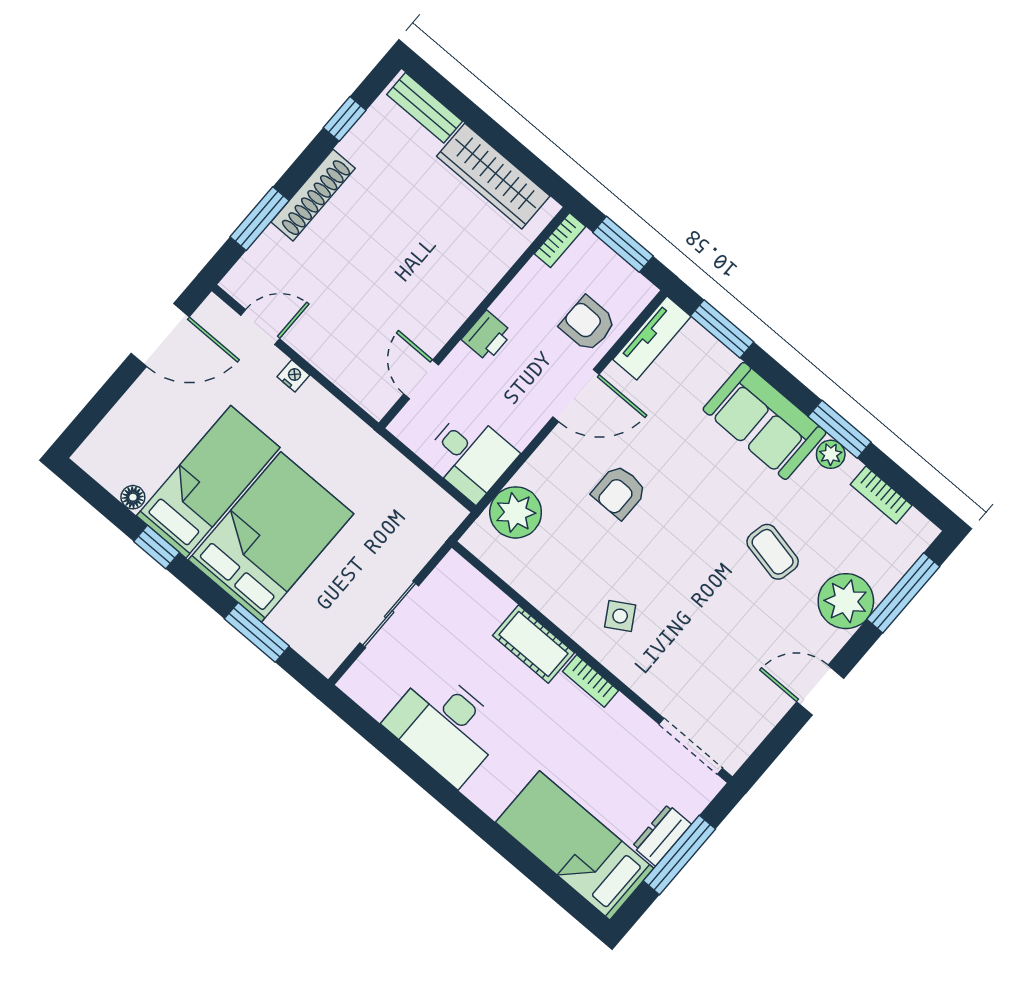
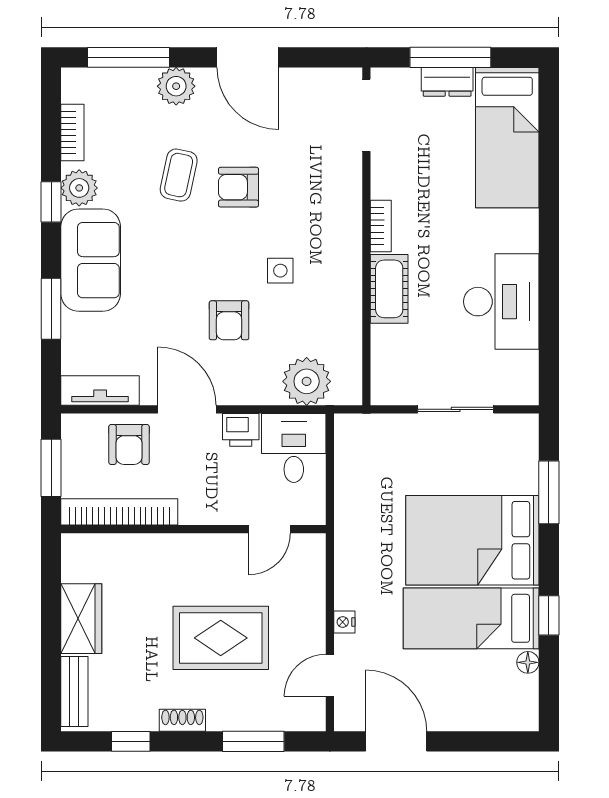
wardrobe: (493, 176) -> (81, 619), width x0.67
shoe rack: (313, 195) -> (182, 720), width x0.51, depth x0.81
bookcase: (560, 240) -> (119, 512), width x2.31, depth x1.31
rug: (366, 264) -> (221, 638), added
door: (260, 327) -> (330, 675), hinge flipped
window: (722, 329) -> (51, 309), moved
printer: (487, 336) -> (241, 430), moved, turned 180
window: (840, 429) -> (51, 202), width x0.67
plant: (831, 454) -> (79, 188), width x1.38, depth x1.38
armchair: (619, 492) -> (229, 320), turned 90
armchair: (721, 592) -> (239, 187), added
plant: (846, 601) -> (176, 86), width x0.73, depth x0.73
side table: (620, 616) -> (280, 271), moved, turned 31
door: (820, 690) -> (248, 57), width x1.38

